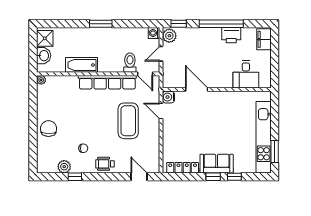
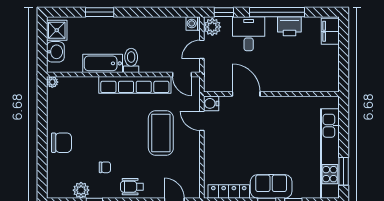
window: (101, 24) -> (100, 12), moved
toilet: (130, 63) -> (131, 60), moved
desk: (246, 74) -> (249, 34), moved, turned 180
chair: (49, 129) -> (61, 143), turned 89

